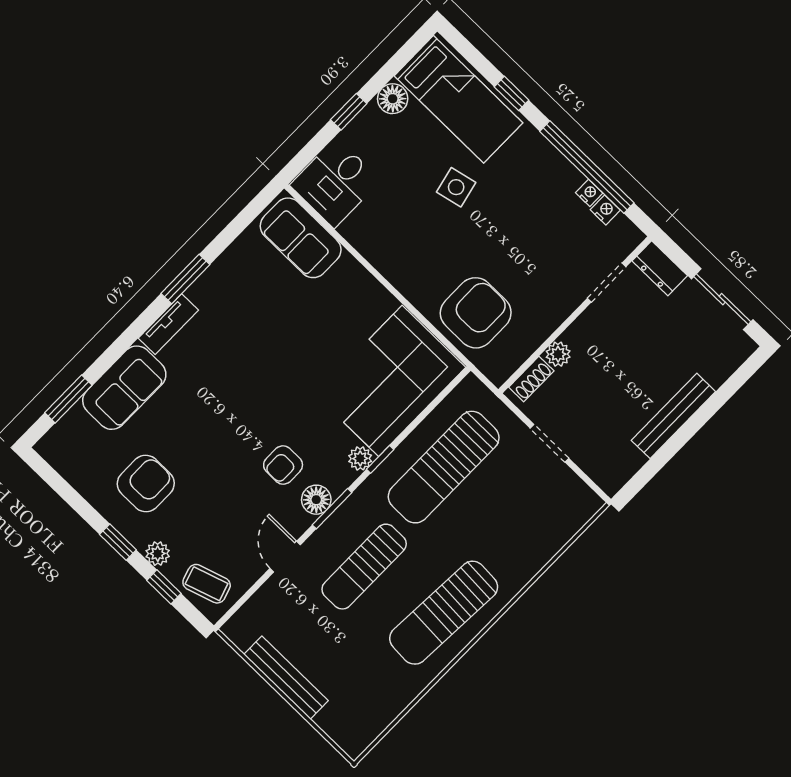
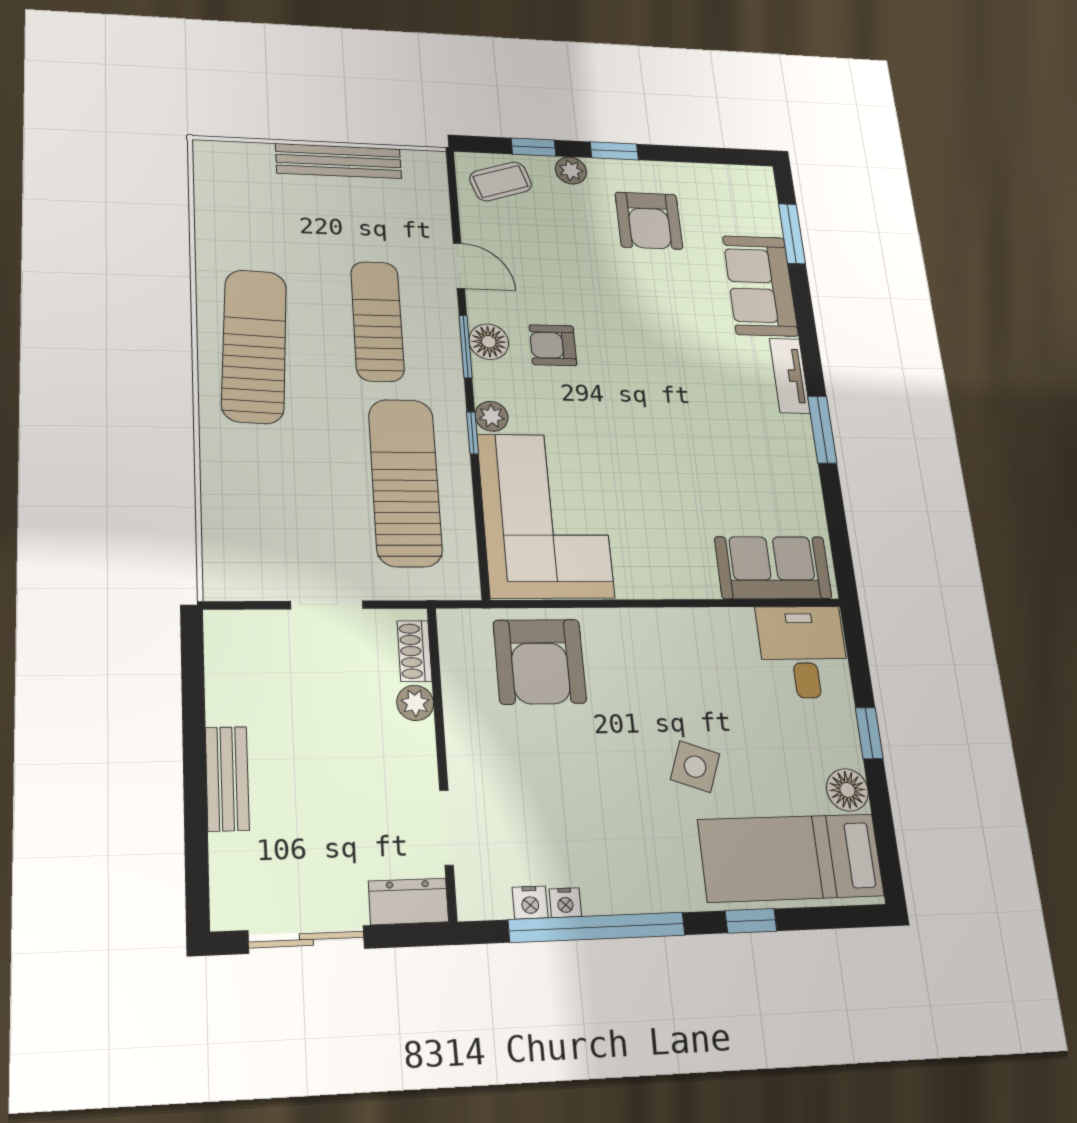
side table: (456, 187) -> (695, 767), turned 33
bench: (673, 416) -> (227, 779), width x0.73
armchair: (283, 465) -> (553, 345), turned -90

